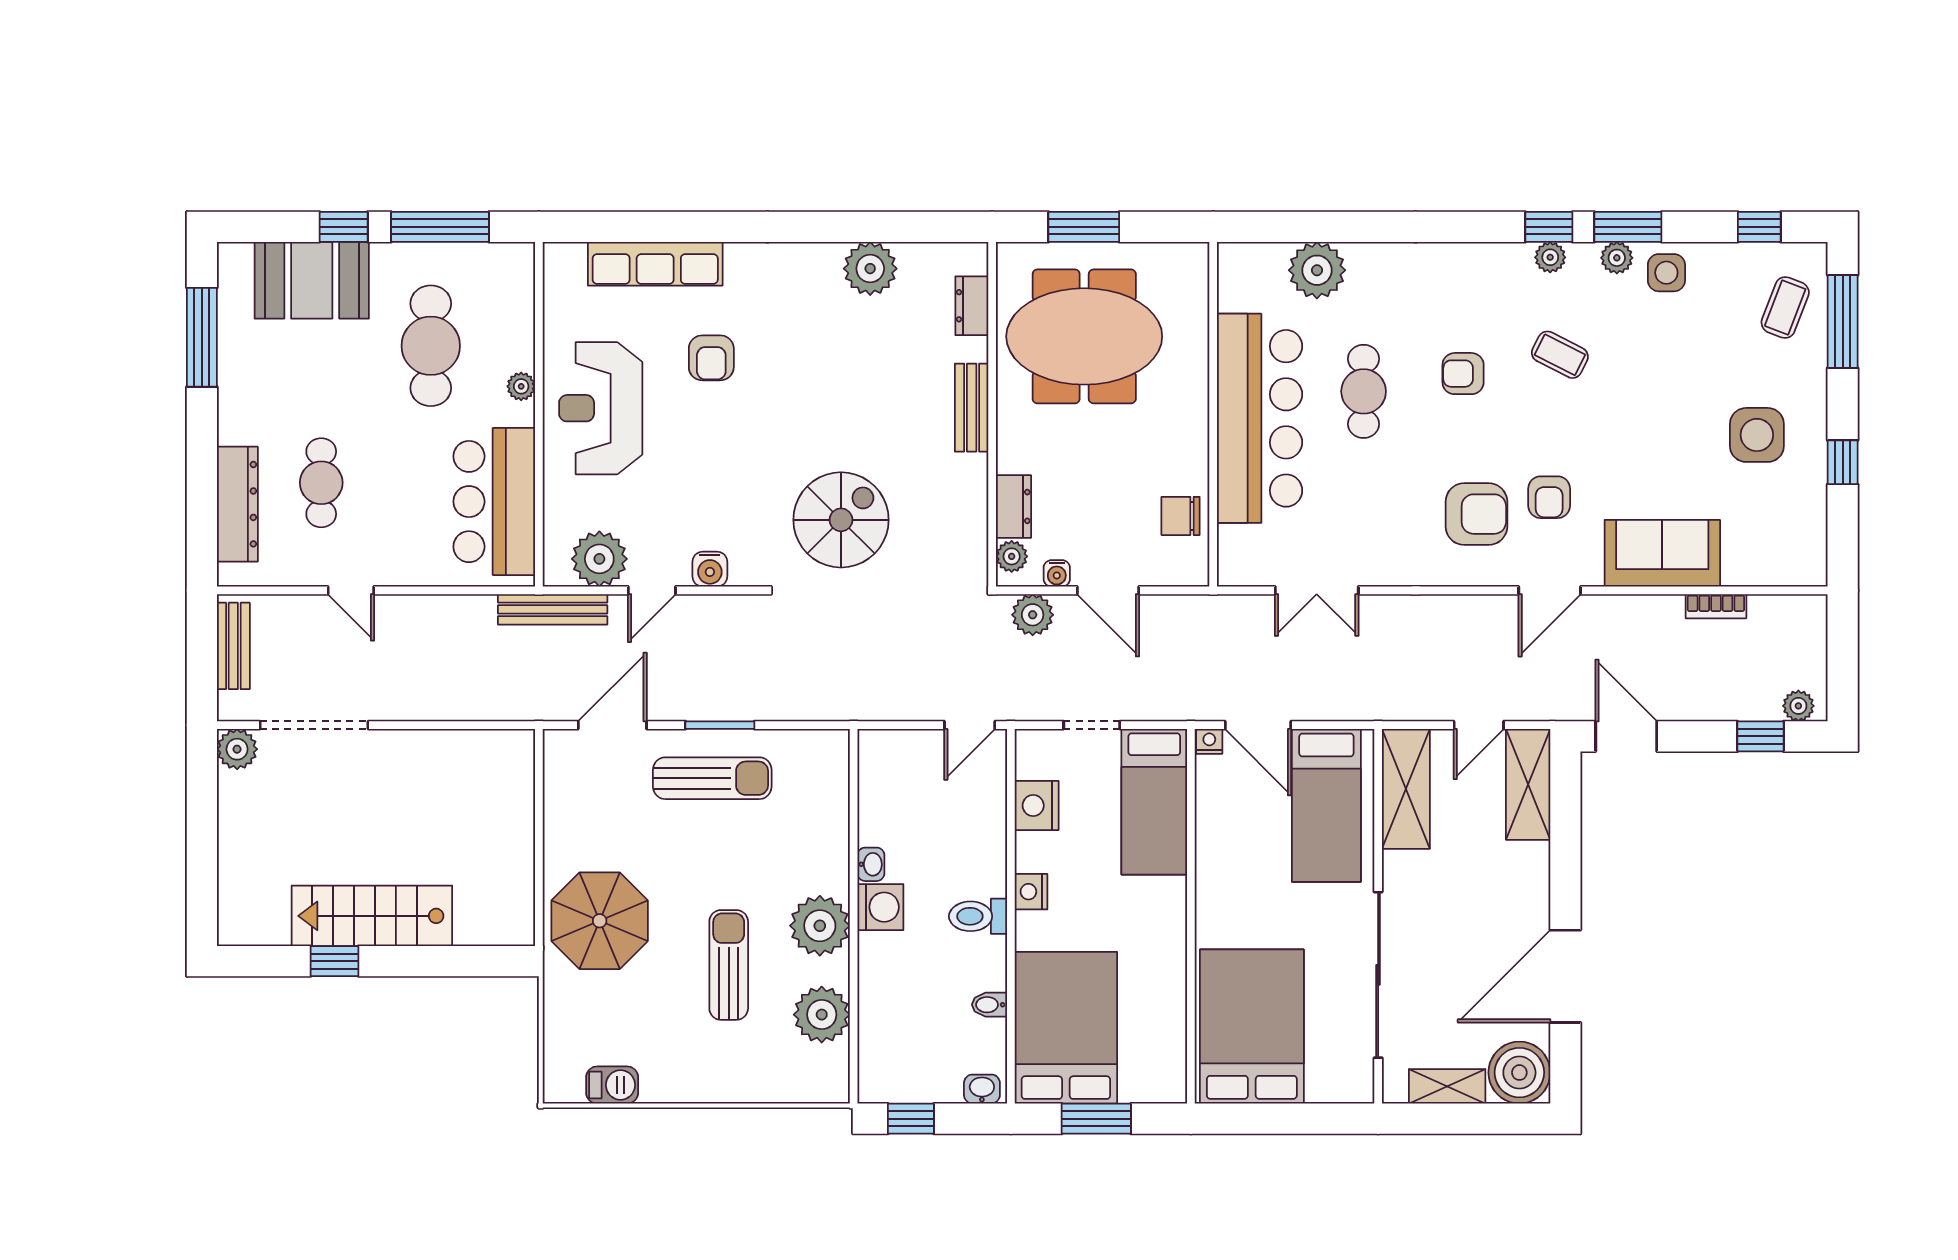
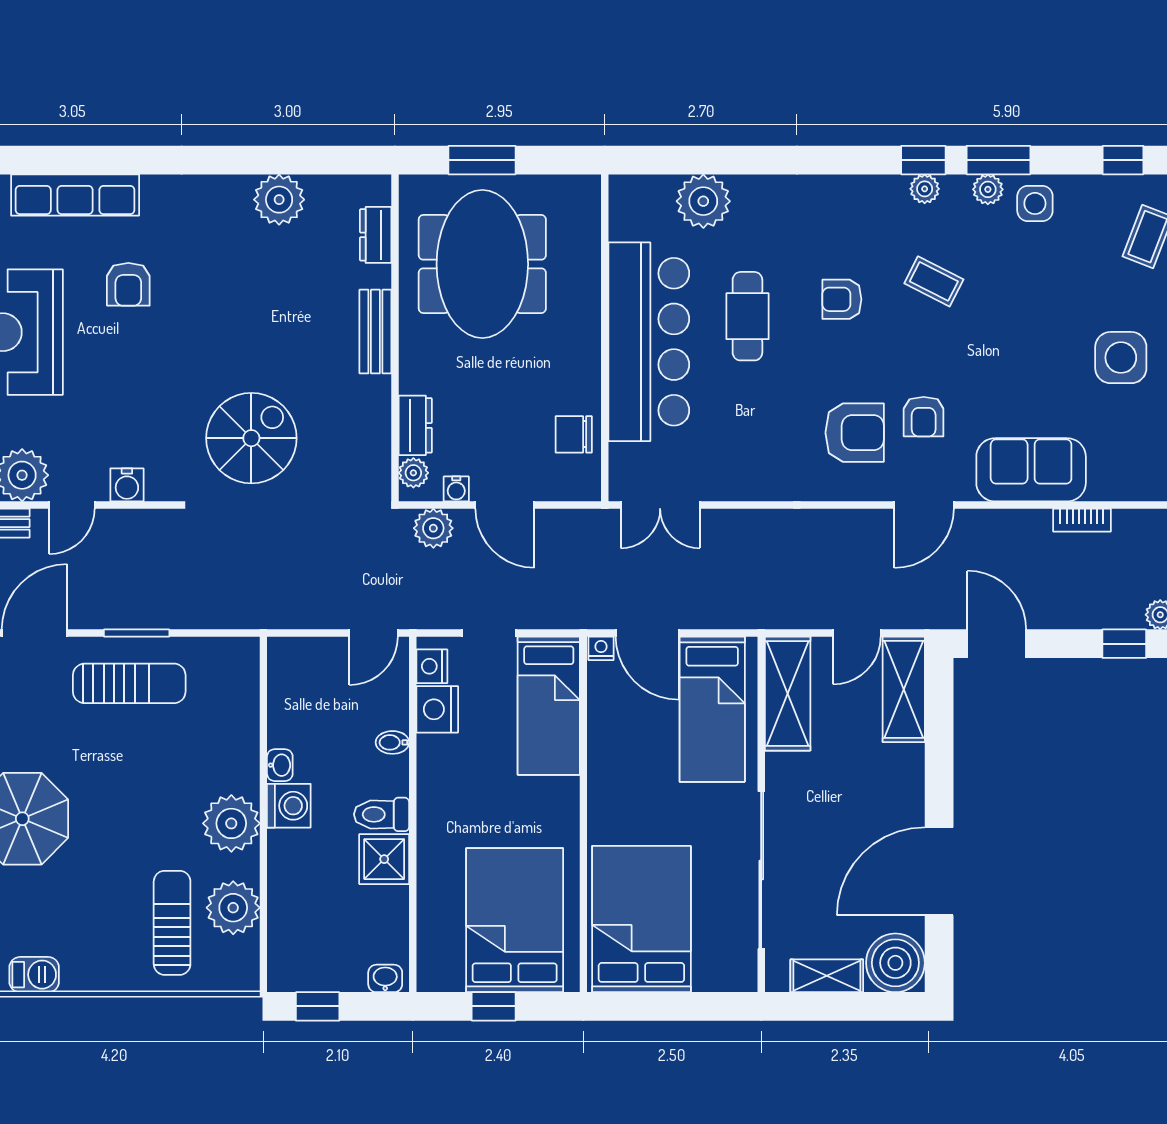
meeting table: (1084, 336) -> (482, 264), turned 90
double door: (1317, 590) -> (660, 505), moved
nightstand: (1031, 892) -> (432, 666), moved
shower: (981, 963) -> (384, 859), added
sun lounger: (729, 965) -> (172, 923), moved
bidet: (990, 1005) -> (392, 742), moved
bed: (1066, 1028) -> (515, 920), moved
window: (1096, 1119) -> (494, 1006), width x0.67

